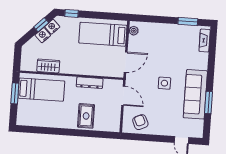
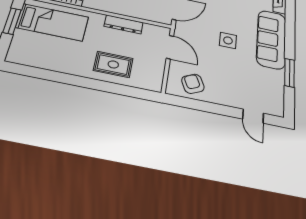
sofa: (195, 94) -> (271, 39), moved
rug: (86, 116) -> (113, 64), turned 90

